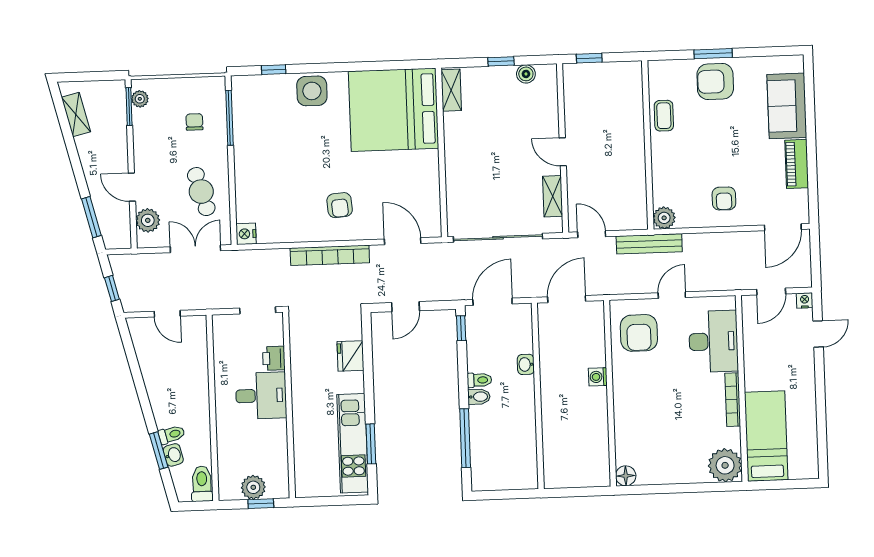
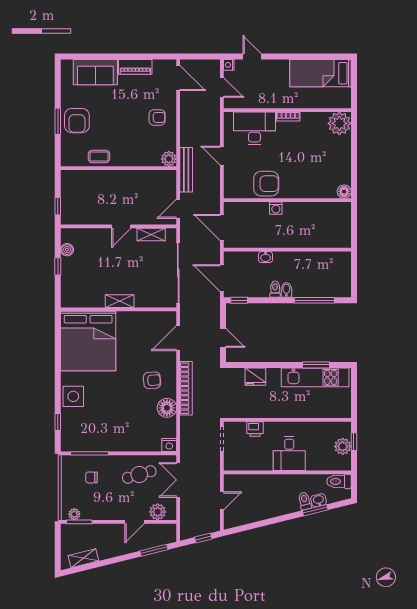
shelving: (451, 90) -> (120, 301), moved
floor lamp: (300, 228) -> (167, 408), added
armchair: (639, 333) -> (266, 184), moved
desk: (261, 396) -> (289, 453), moved, turned 180
bookcase: (733, 400) -> (288, 116), width x0.64
bed: (766, 436) -> (320, 73), moved

